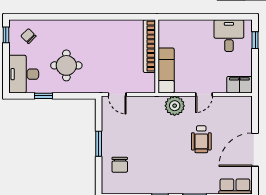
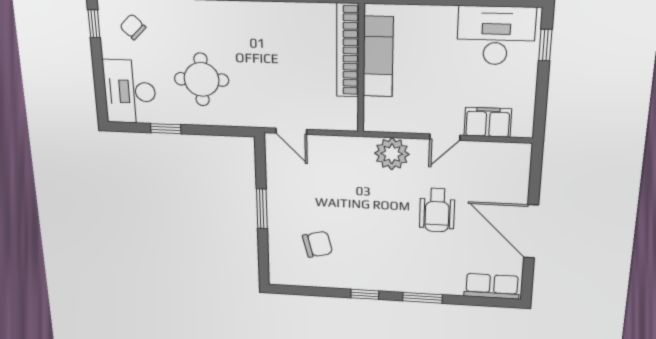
desk: (229, 36) -> (496, 36), width x1.37
exam couch: (166, 70) -> (378, 57), moved
filing cabinet: (239, 85) -> (488, 122), moved
door: (255, 150) -> (531, 231), hinge flipped
chair: (120, 165) -> (317, 244), moved, turned -104

